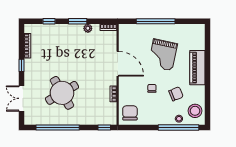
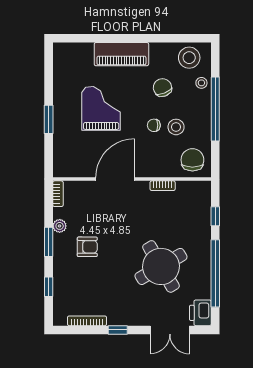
window: (156, 21) -> (49, 119), width x0.47
armchair: (75, 46) -> (87, 247), added
grand piano: (163, 55) -> (101, 108), turned -102
stool: (151, 102) -> (176, 127), added
chair: (130, 113) -> (192, 160), turned 90
printer: (32, 118) -> (200, 313), added
window: (104, 128) -> (215, 216), moved
window: (178, 128) -> (215, 109), moved

